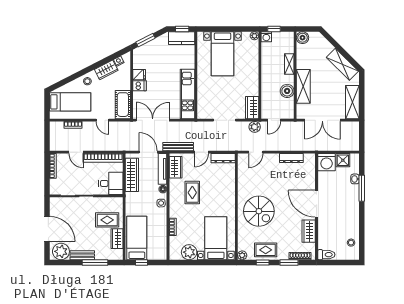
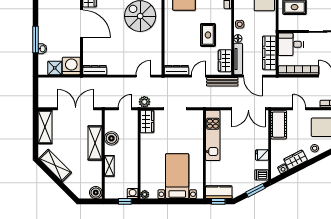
dishwasher: (140, 86) -> (262, 175), moved
dresser: (291, 158) -> (95, 70), moved

